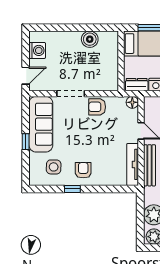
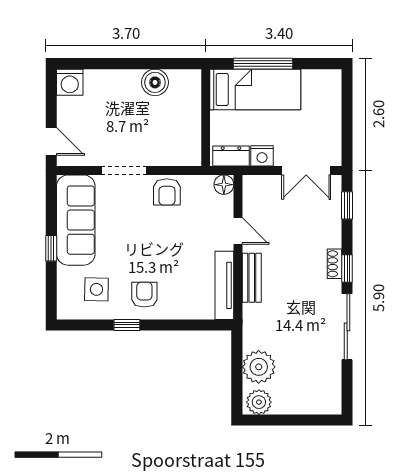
washing machine: (37, 50) -> (70, 82), moved, turned 90
door: (26, 76) -> (51, 141), hinge flipped
armchair: (97, 107) -> (167, 192), turned -90
bench: (149, 165) -> (252, 278), width x0.73

